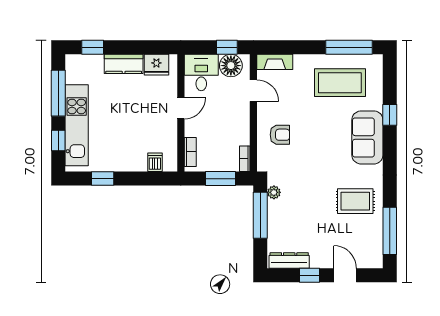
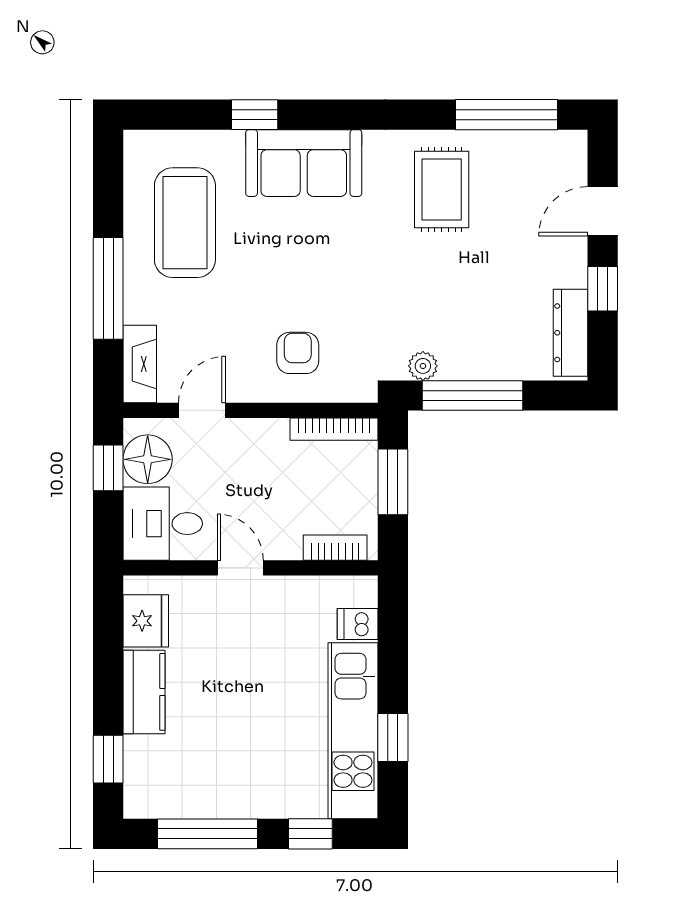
window: (349, 47) -> (108, 288), moved
kitchen unit: (77, 125) -> (353, 731), moved, turned -90
bookcase: (245, 159) -> (334, 429), width x1.56

